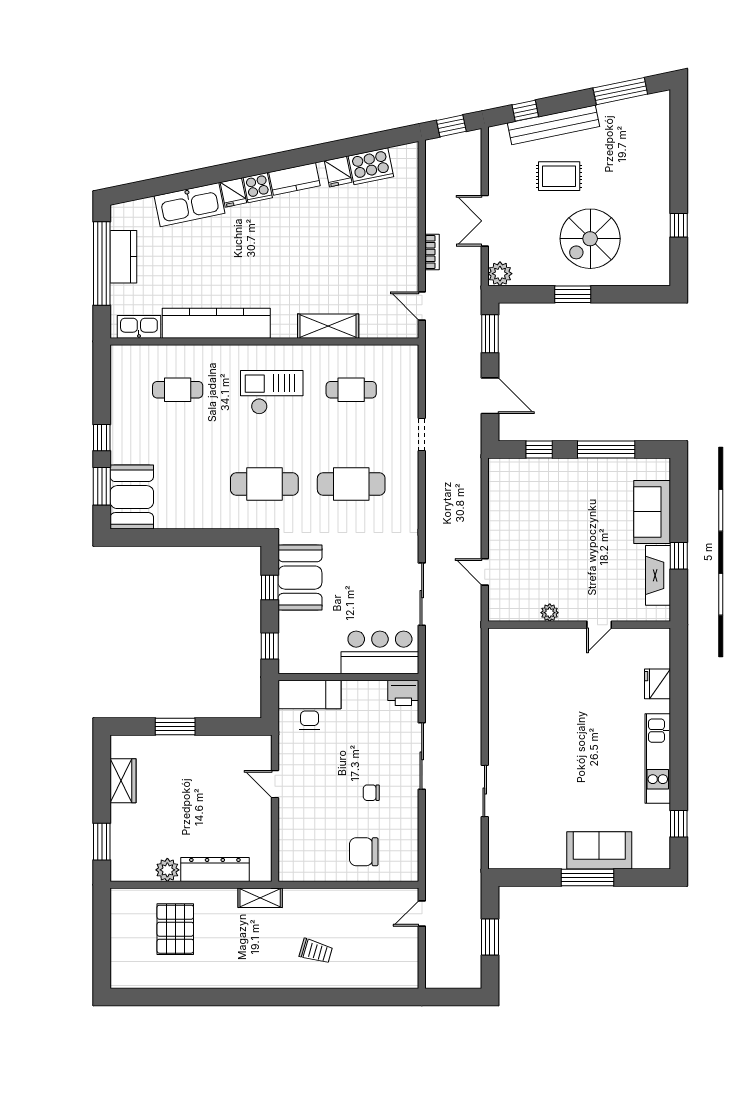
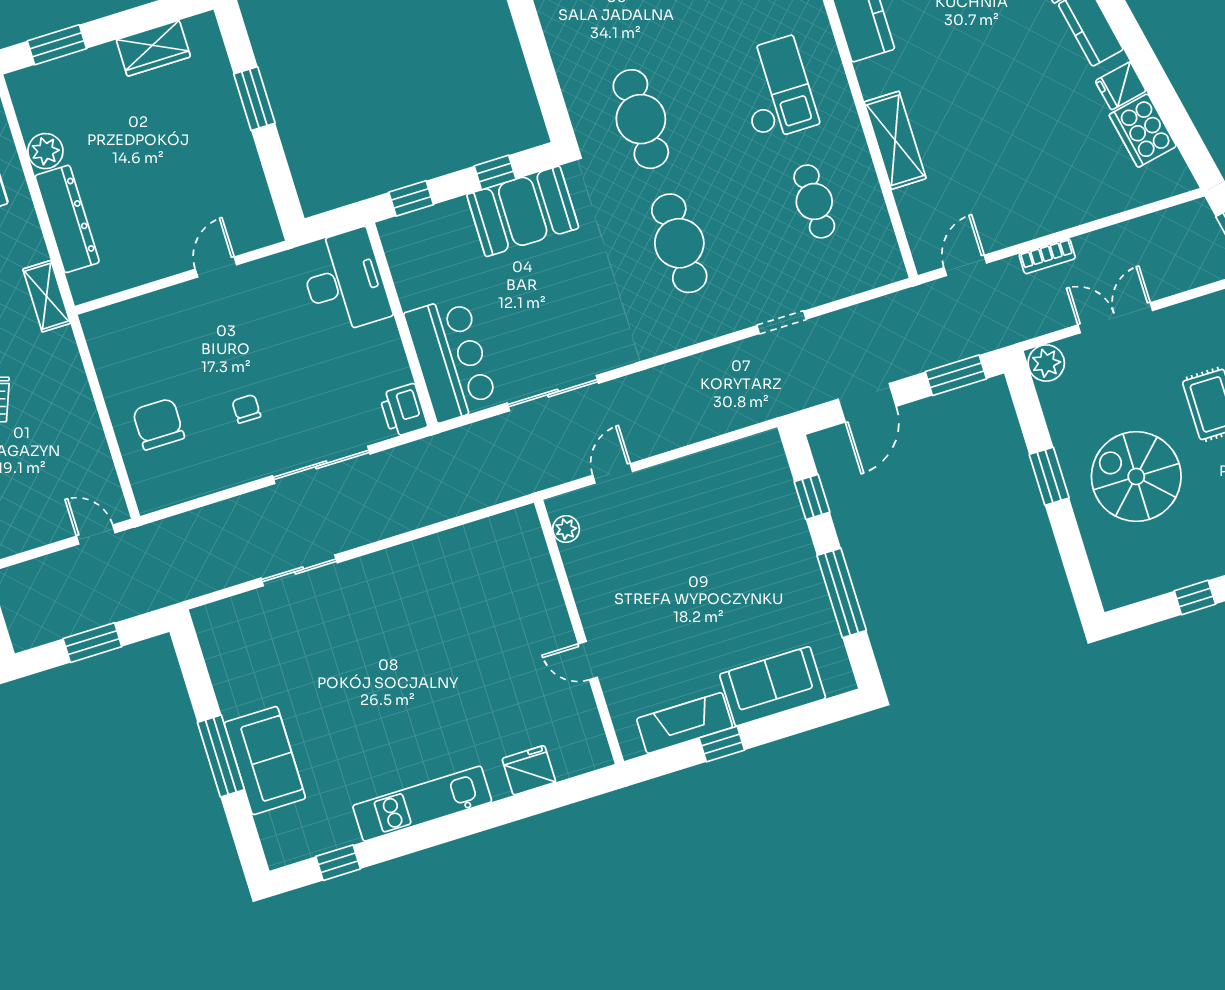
plant: (550, 613) -> (566, 529), moved

